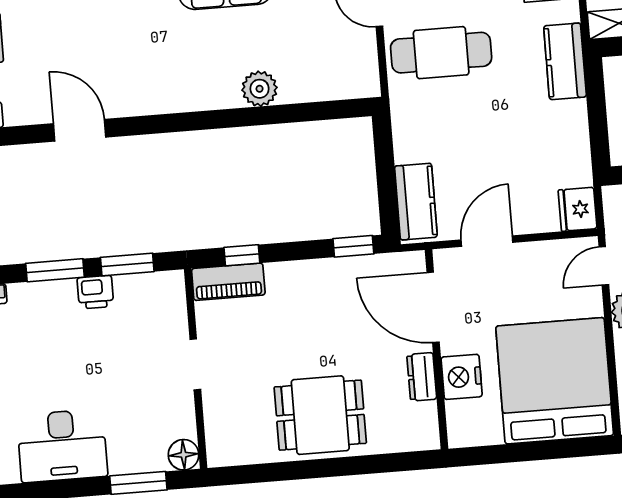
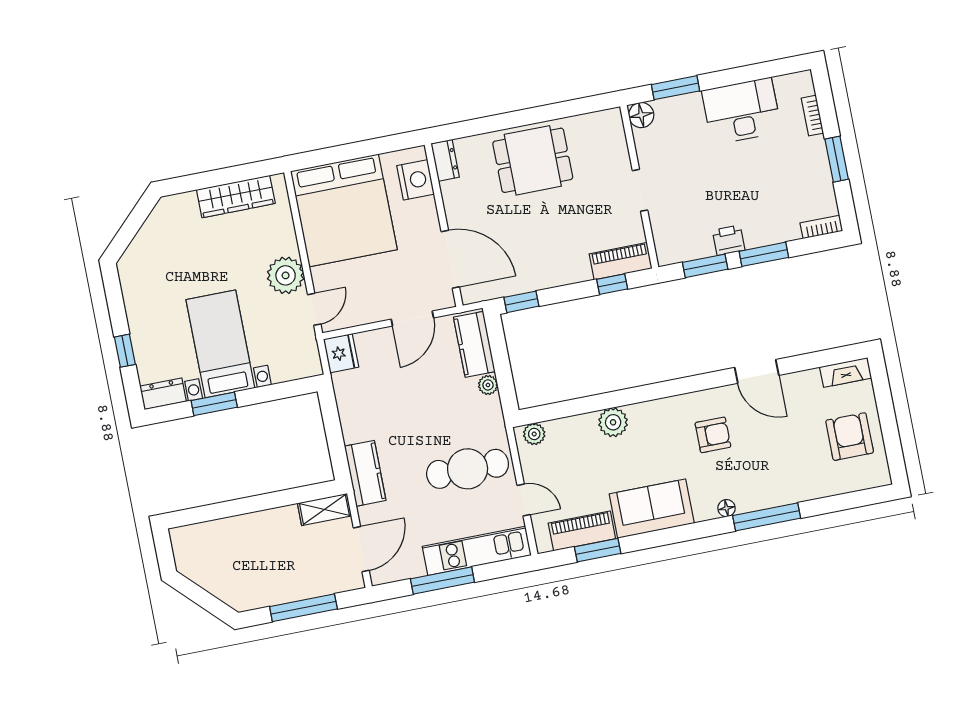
armchair: (141, 60) -> (713, 435), added
plant: (356, 85) -> (534, 434), added
plant: (405, 151) -> (488, 385), added
dresser: (422, 377) -> (445, 160), moved
nightstand: (462, 377) -> (416, 180), moved

